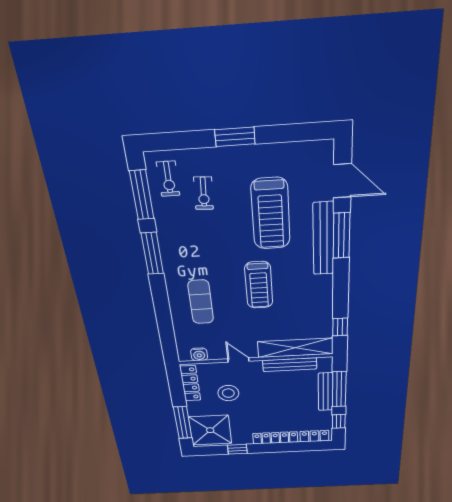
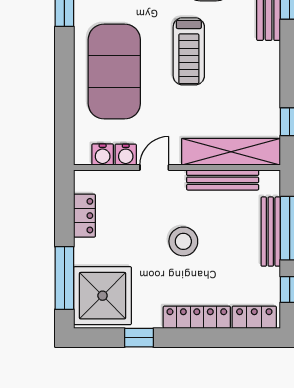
exercise mat: (201, 302) -> (114, 71), width x2.00, depth x1.45
water cooler: (216, 354) -> (126, 155), added
door: (238, 360) -> (154, 168), hinge flipped
locker: (190, 383) -> (84, 216), width x0.66
stool: (228, 393) -> (183, 241), moved

